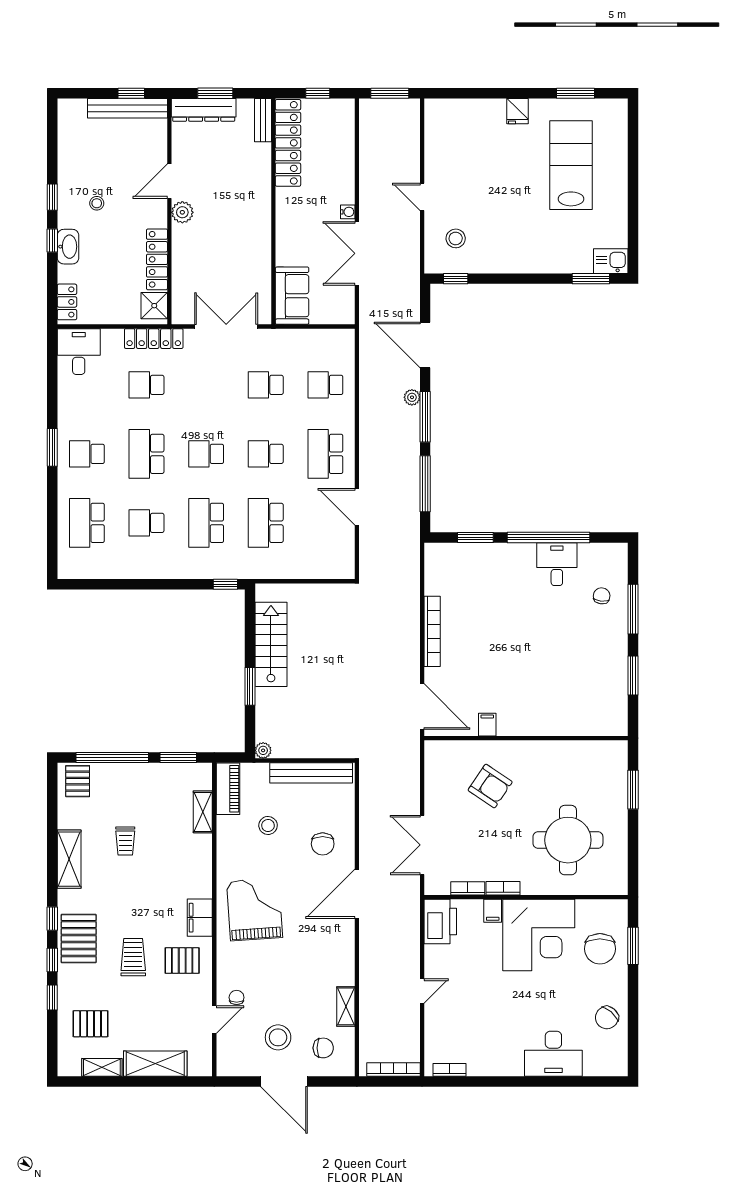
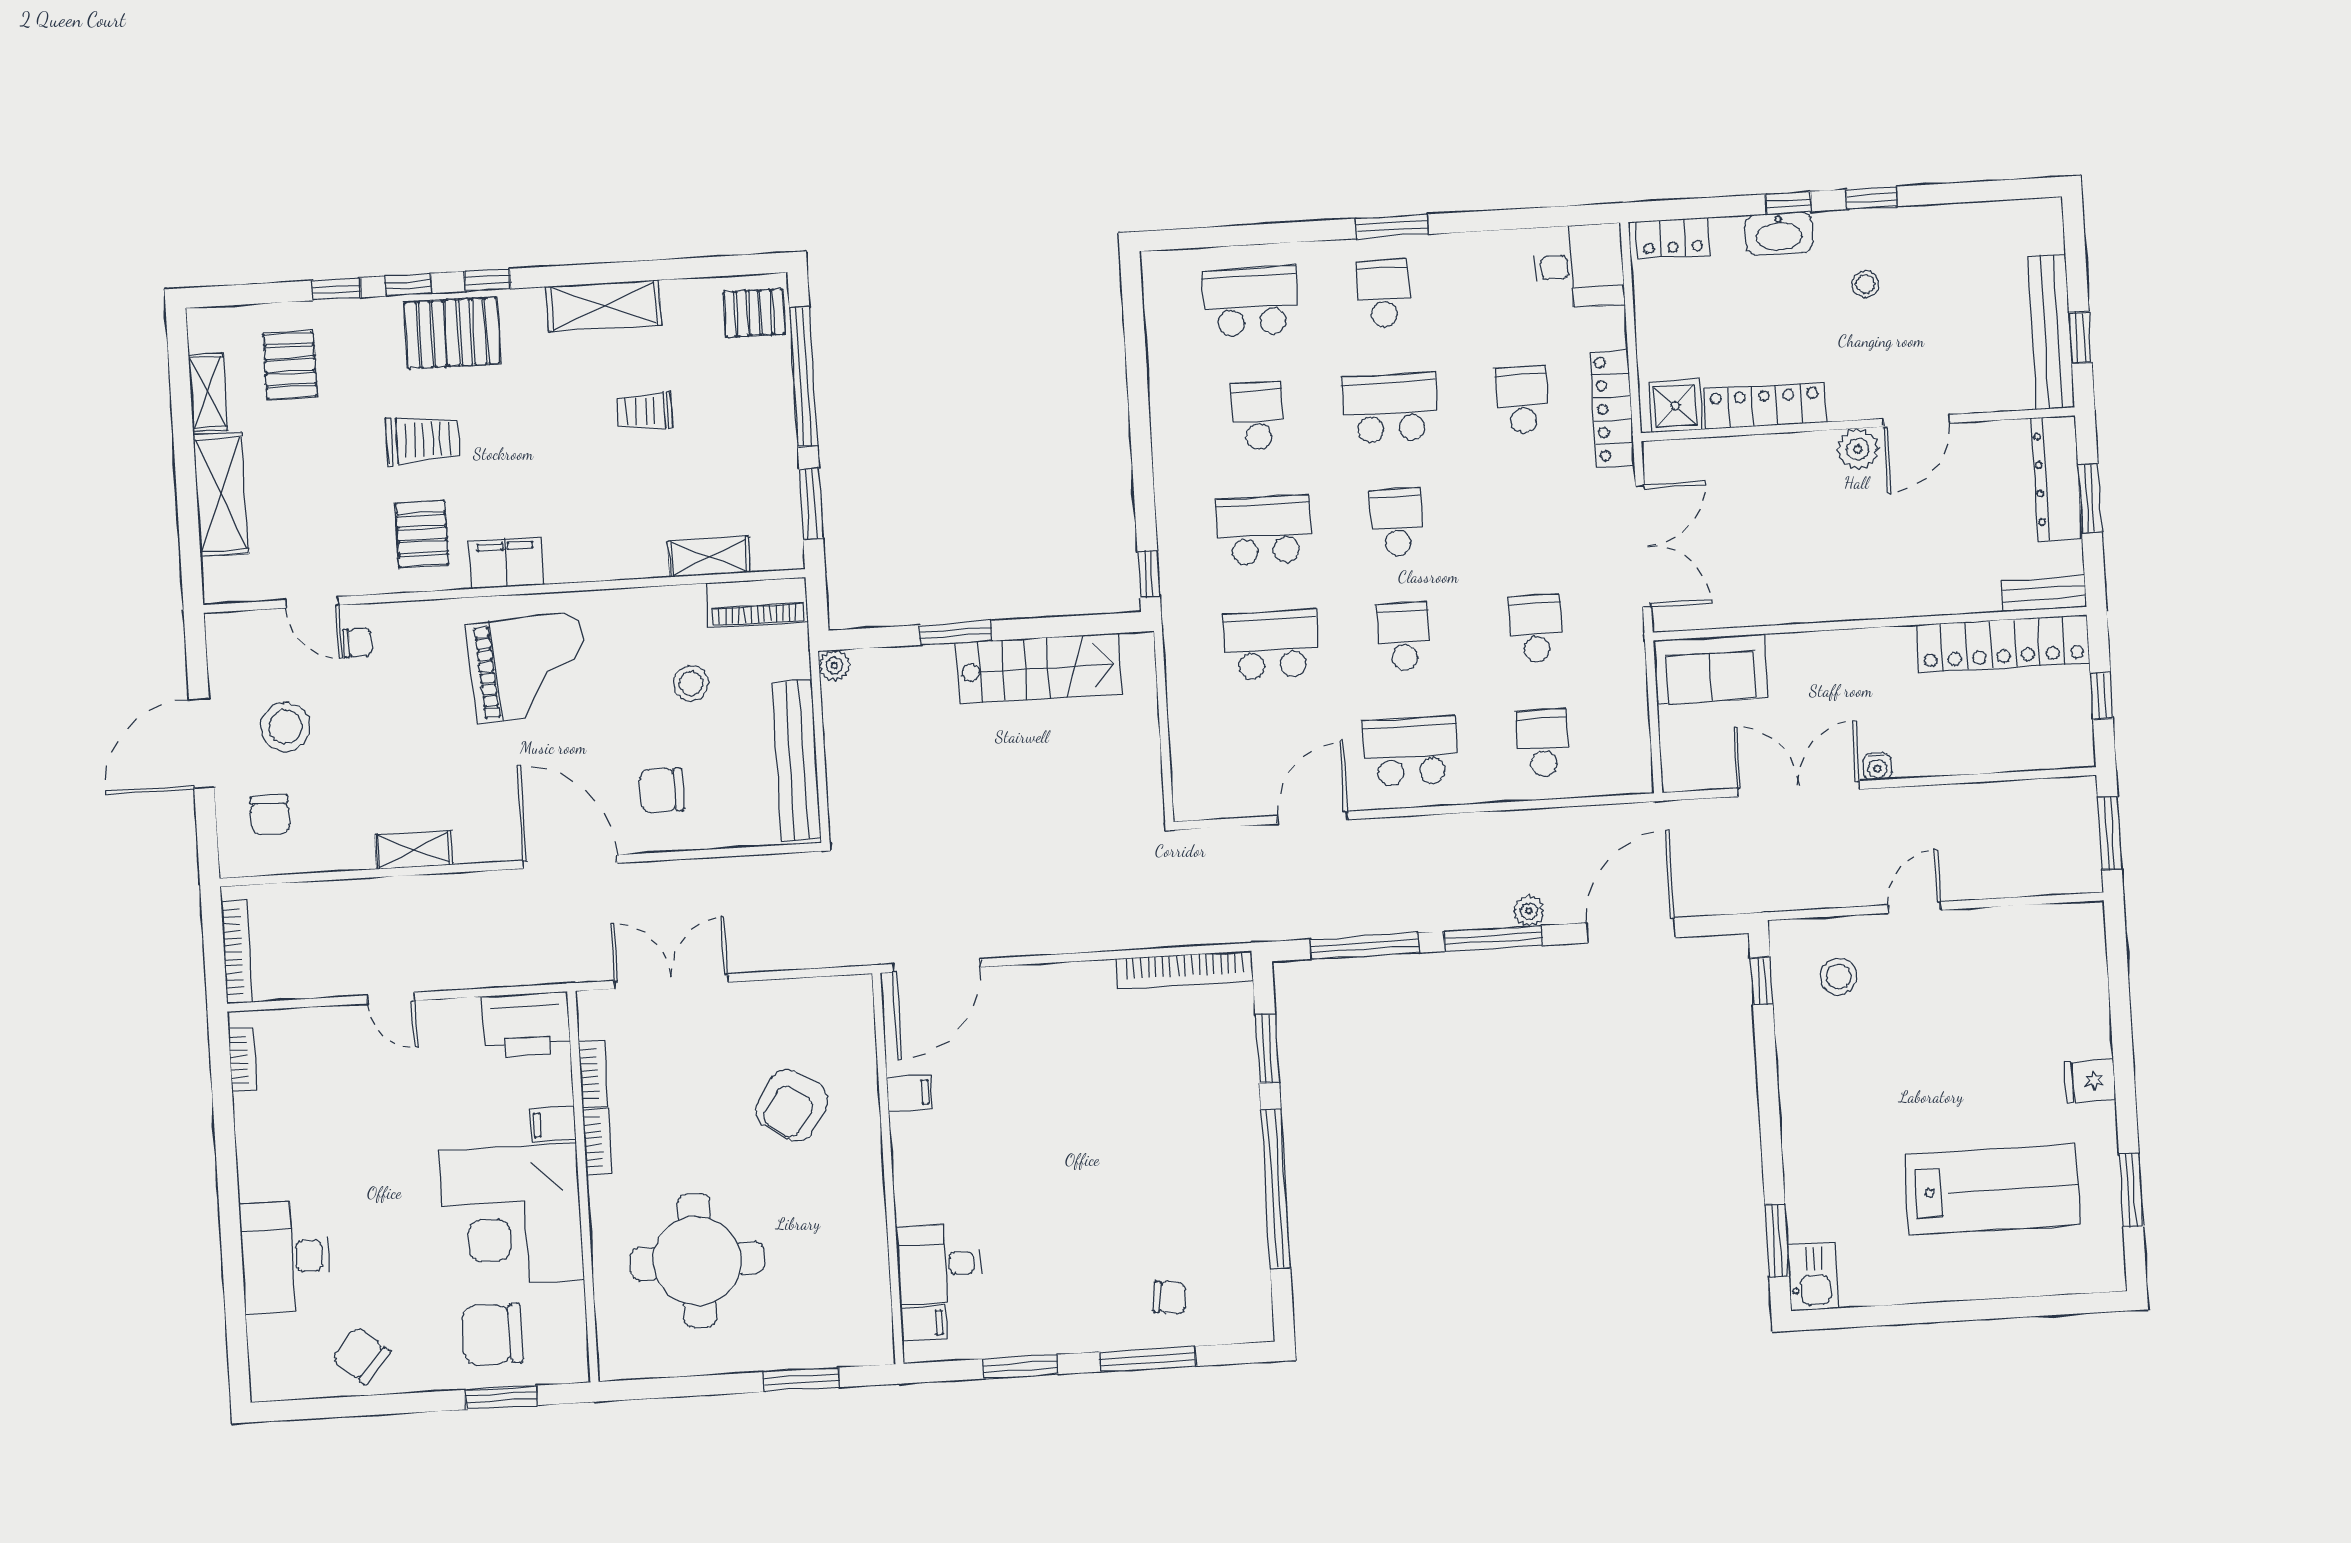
door: (169, 181) -> (1916, 421), swing flipped
desk: (557, 564) -> (939, 1264), moved, turned 180
bookcase: (432, 631) -> (1185, 970), moved
filing cabinet: (608, 724) -> (924, 1323), added
shelving: (346, 1006) -> (414, 850), moved

